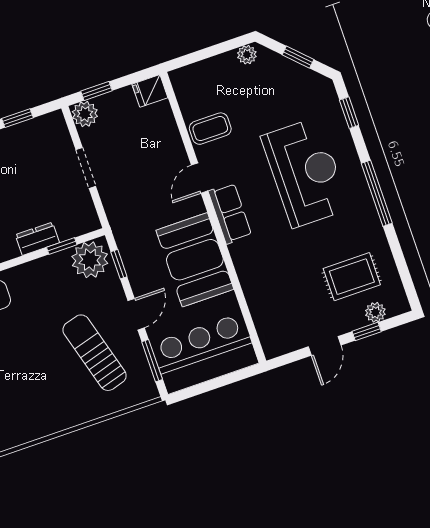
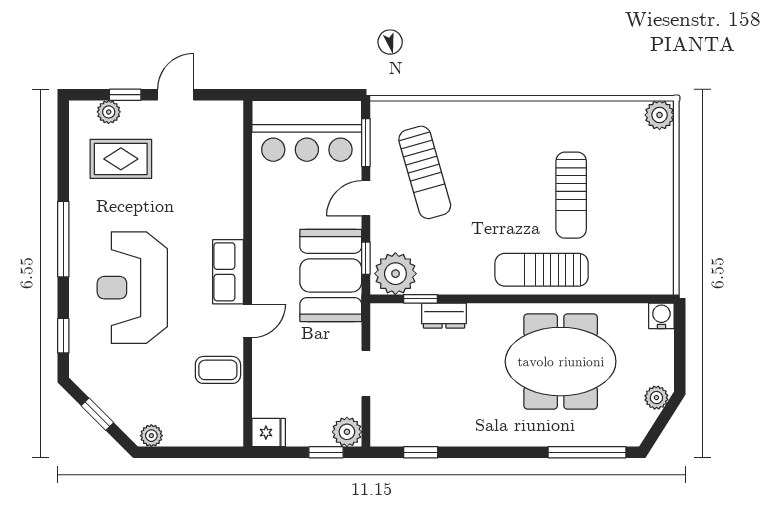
booth: (195, 260) -> (331, 275), moved

